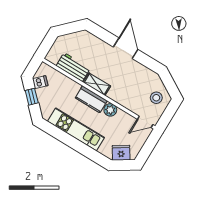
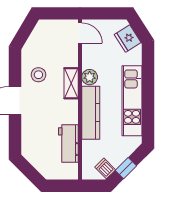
shelving: (97, 84) -> (71, 83), moved
stool: (156, 98) -> (38, 75), moved
kitchen counter: (91, 99) -> (91, 113), width x1.50

